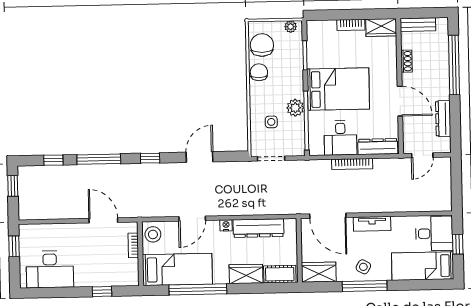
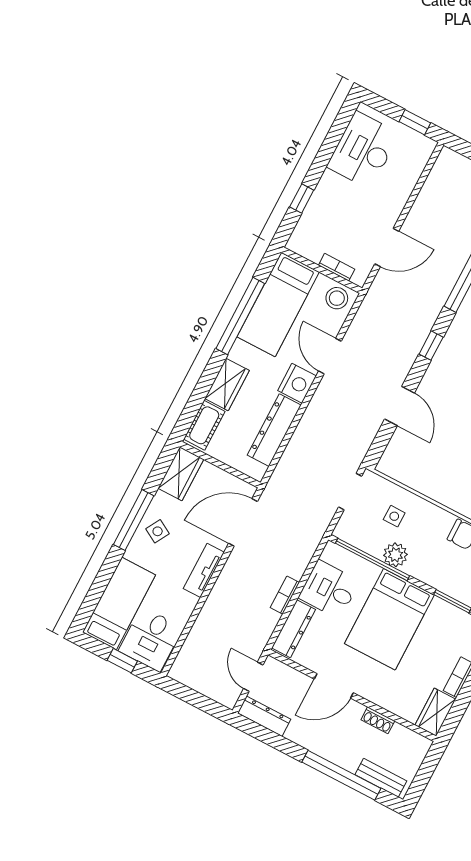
bench: (418, 25) -> (381, 778), moved, turned 90
dresser: (443, 119) -> (264, 716), moved
bookcase: (352, 164) -> (285, 595), width x0.64
nightstand: (226, 225) -> (297, 383), width x1.89, depth x1.79

